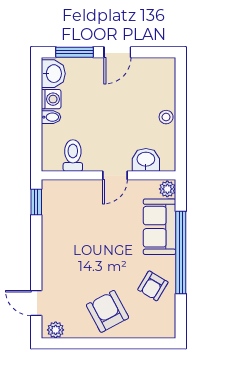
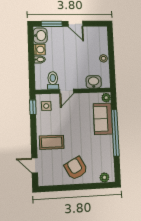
door: (117, 52) -> (75, 24), hinge flipped
door: (115, 175) -> (67, 91), moved
side table: (60, 201) -> (46, 106), added
coffee table: (67, 265) -> (52, 142), added
armchair: (153, 286) -> (101, 152), removed
plant: (56, 330) -> (104, 177), moved

